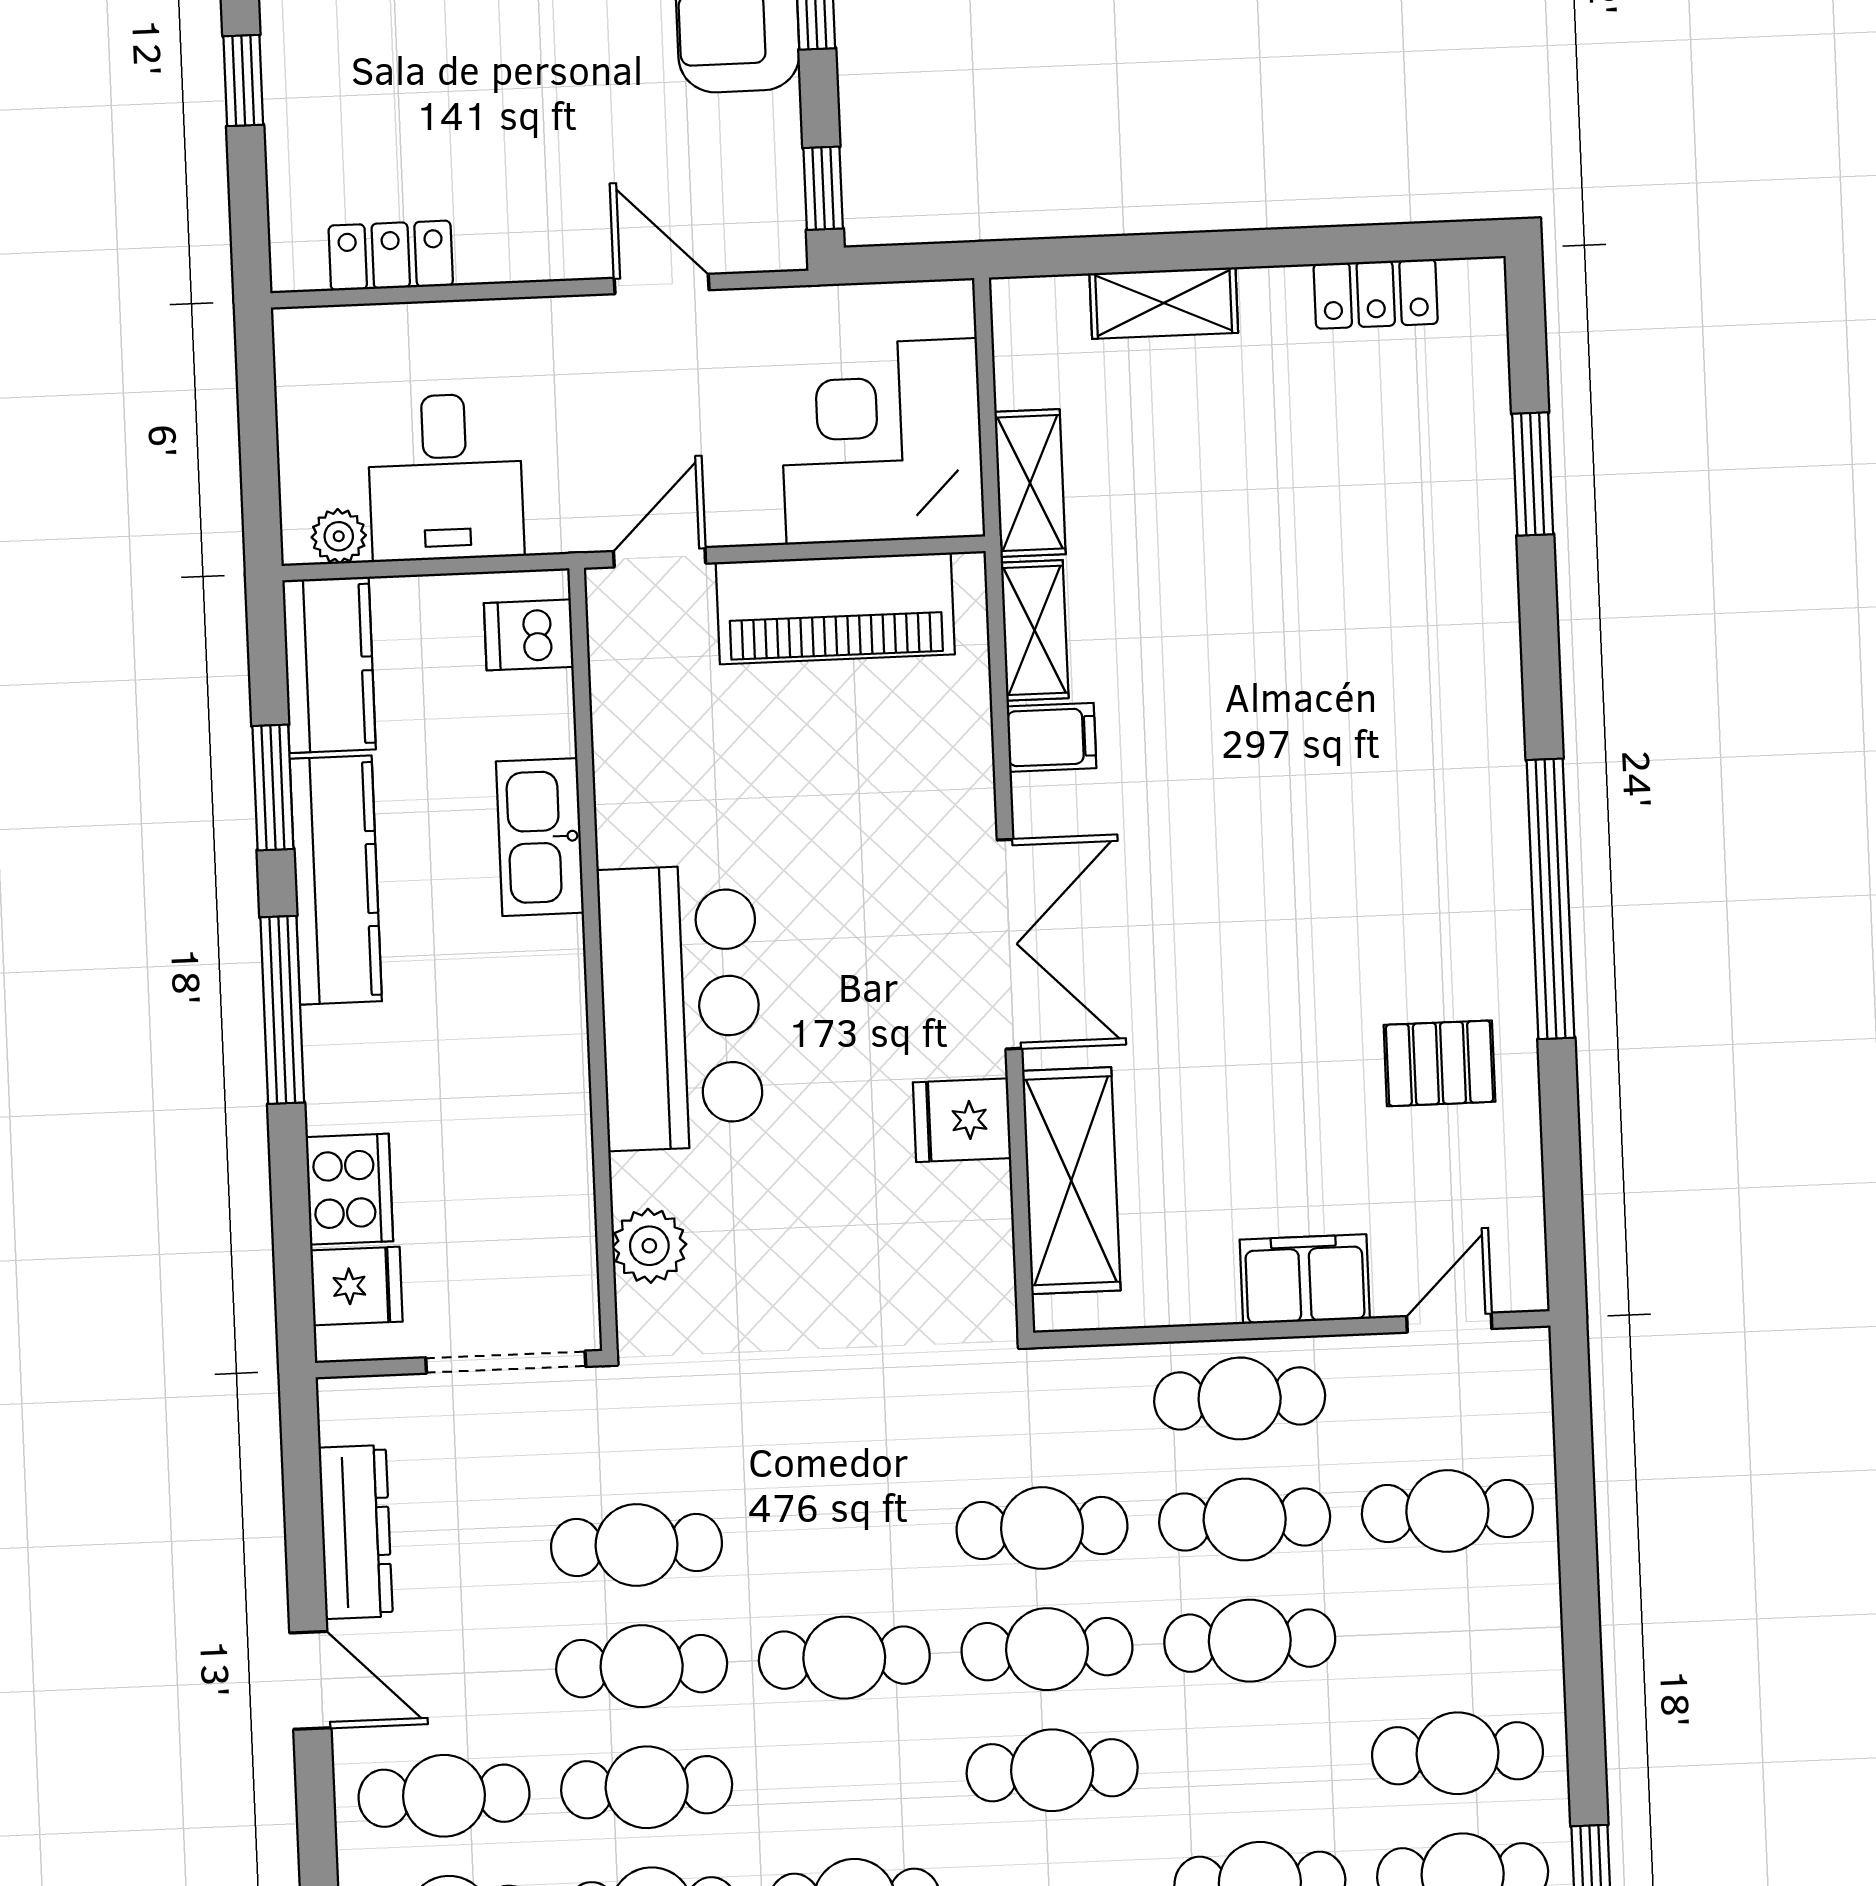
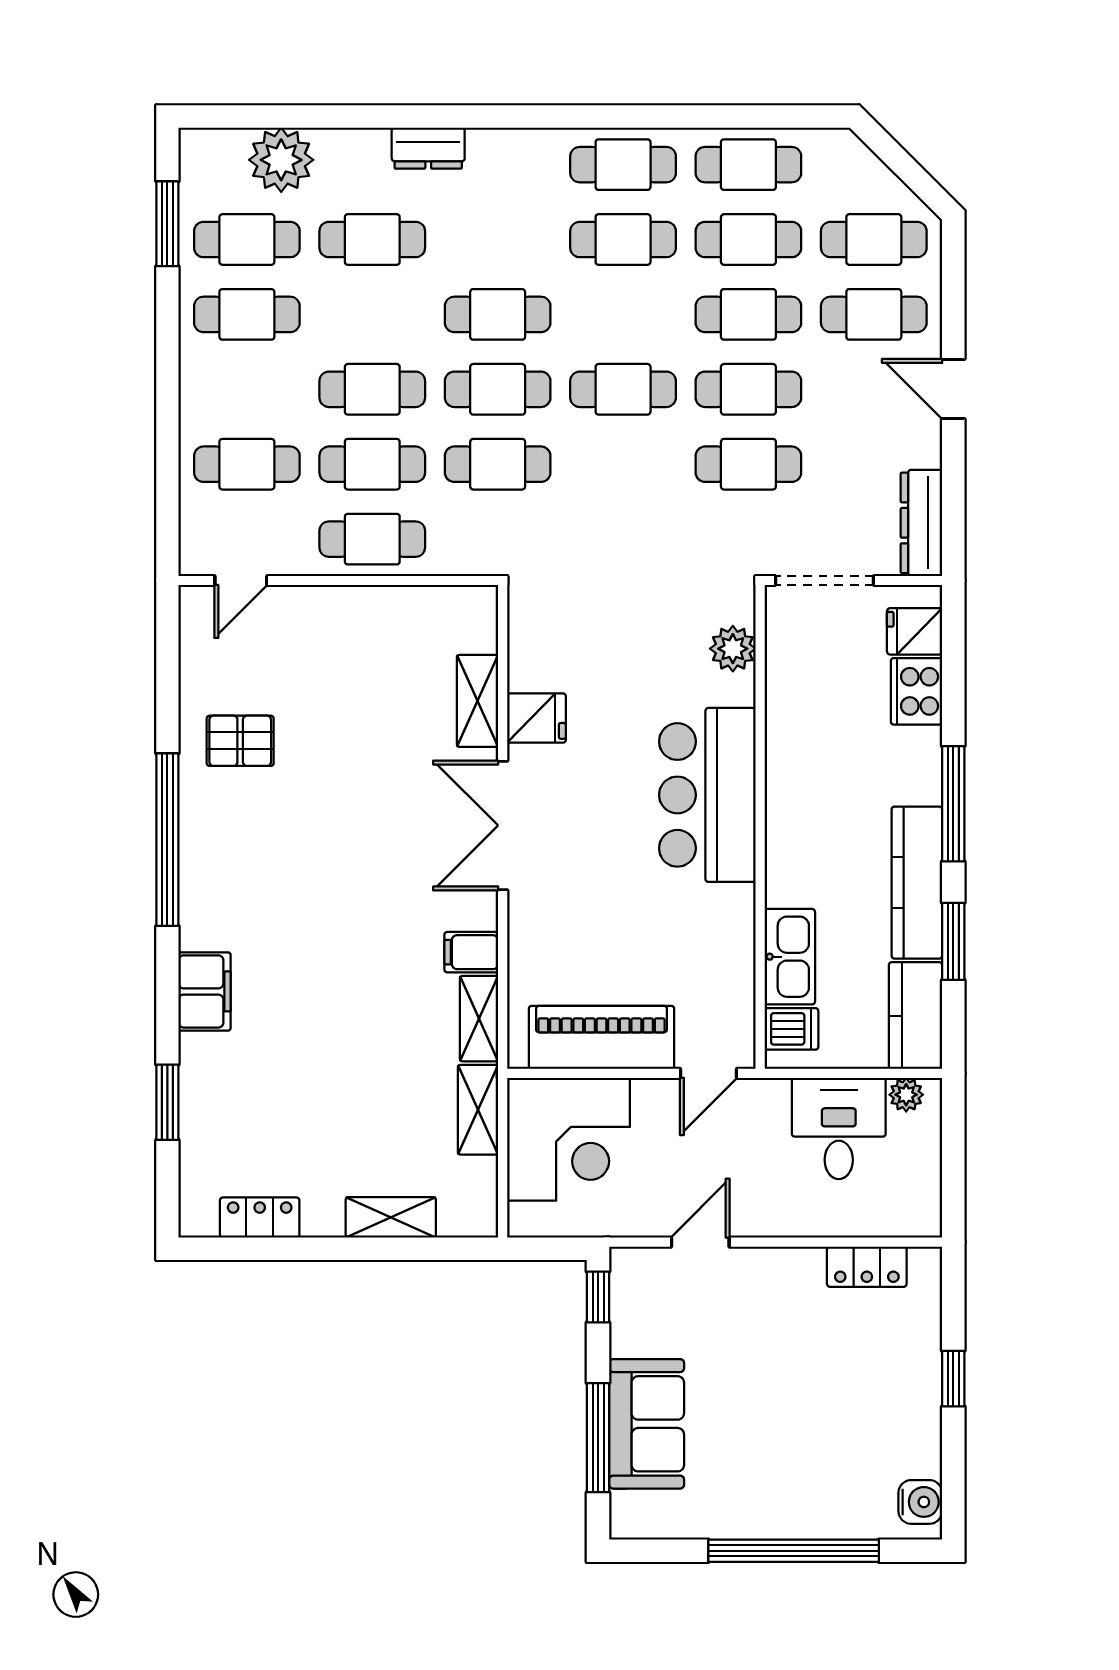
door: (662, 284) -> (700, 1242), swing flipped
kitchen sink: (540, 837) -> (790, 957), moved
shelving: (1071, 1181) -> (477, 701), width x0.67, depth x0.75
filing cabinet: (1305, 1279) -> (205, 991), moved, turned -90
dresser: (356, 1532) -> (921, 523), moved

